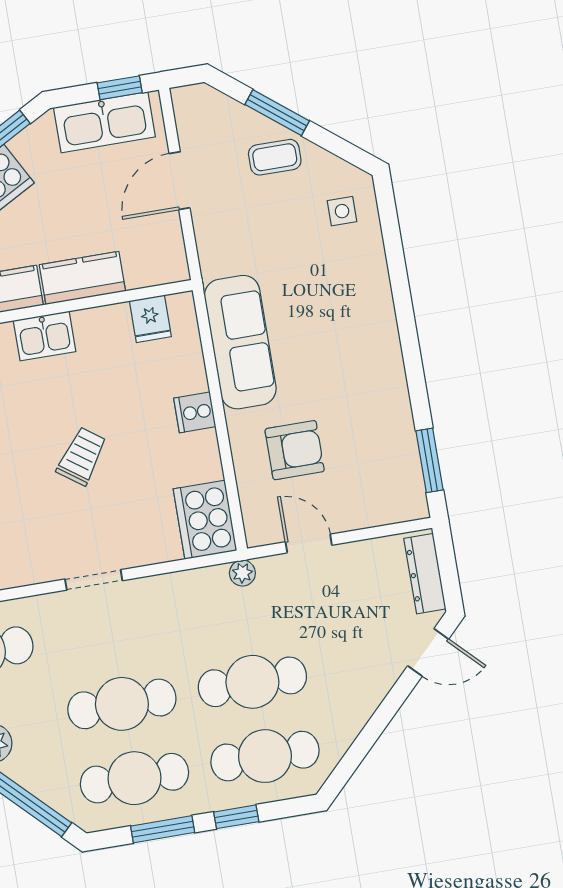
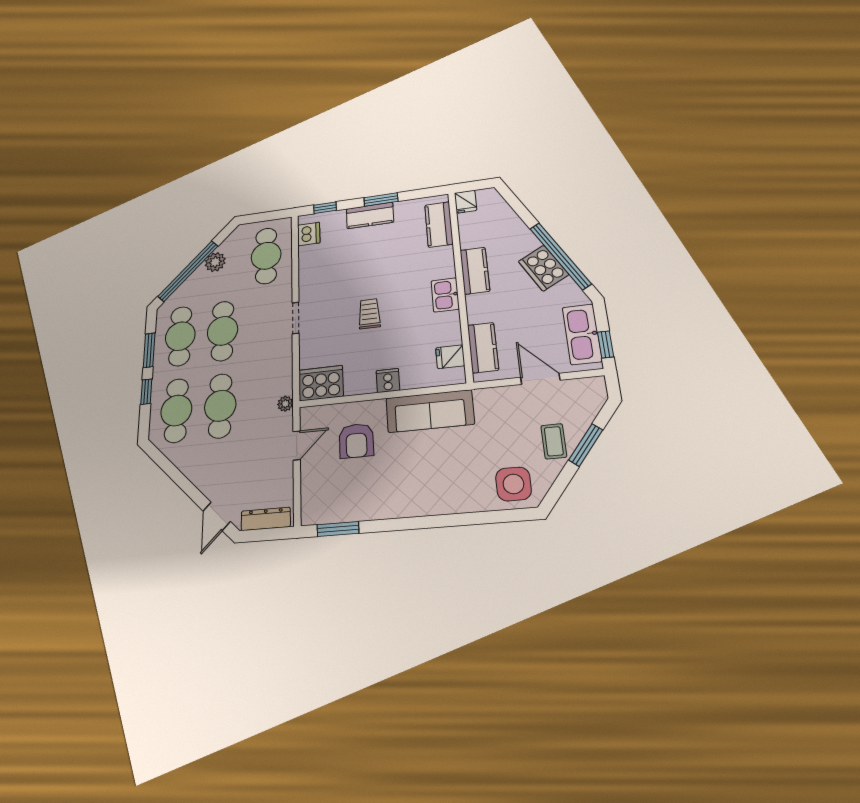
side table: (342, 211) -> (513, 484), width x1.87, depth x1.87
kitchen counter: (82, 278) -> (483, 348), moved
trolley: (82, 456) -> (369, 314), turned -126

